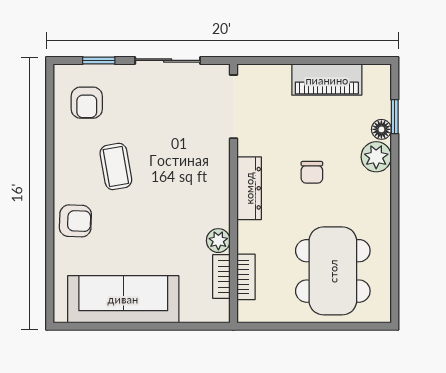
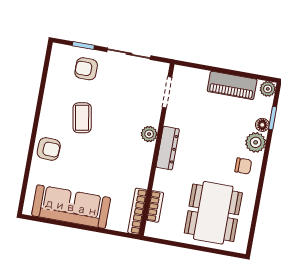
plant: (380, 75) -> (268, 89), added
armchair: (87, 103) -> (86, 69), moved, turned 90
doorway: (234, 107) -> (167, 92), width x0.73
chair: (312, 172) -> (243, 166), moved, turned -90
plant: (218, 241) -> (149, 134), moved
bookcase: (221, 277) -> (137, 211), width x1.56

